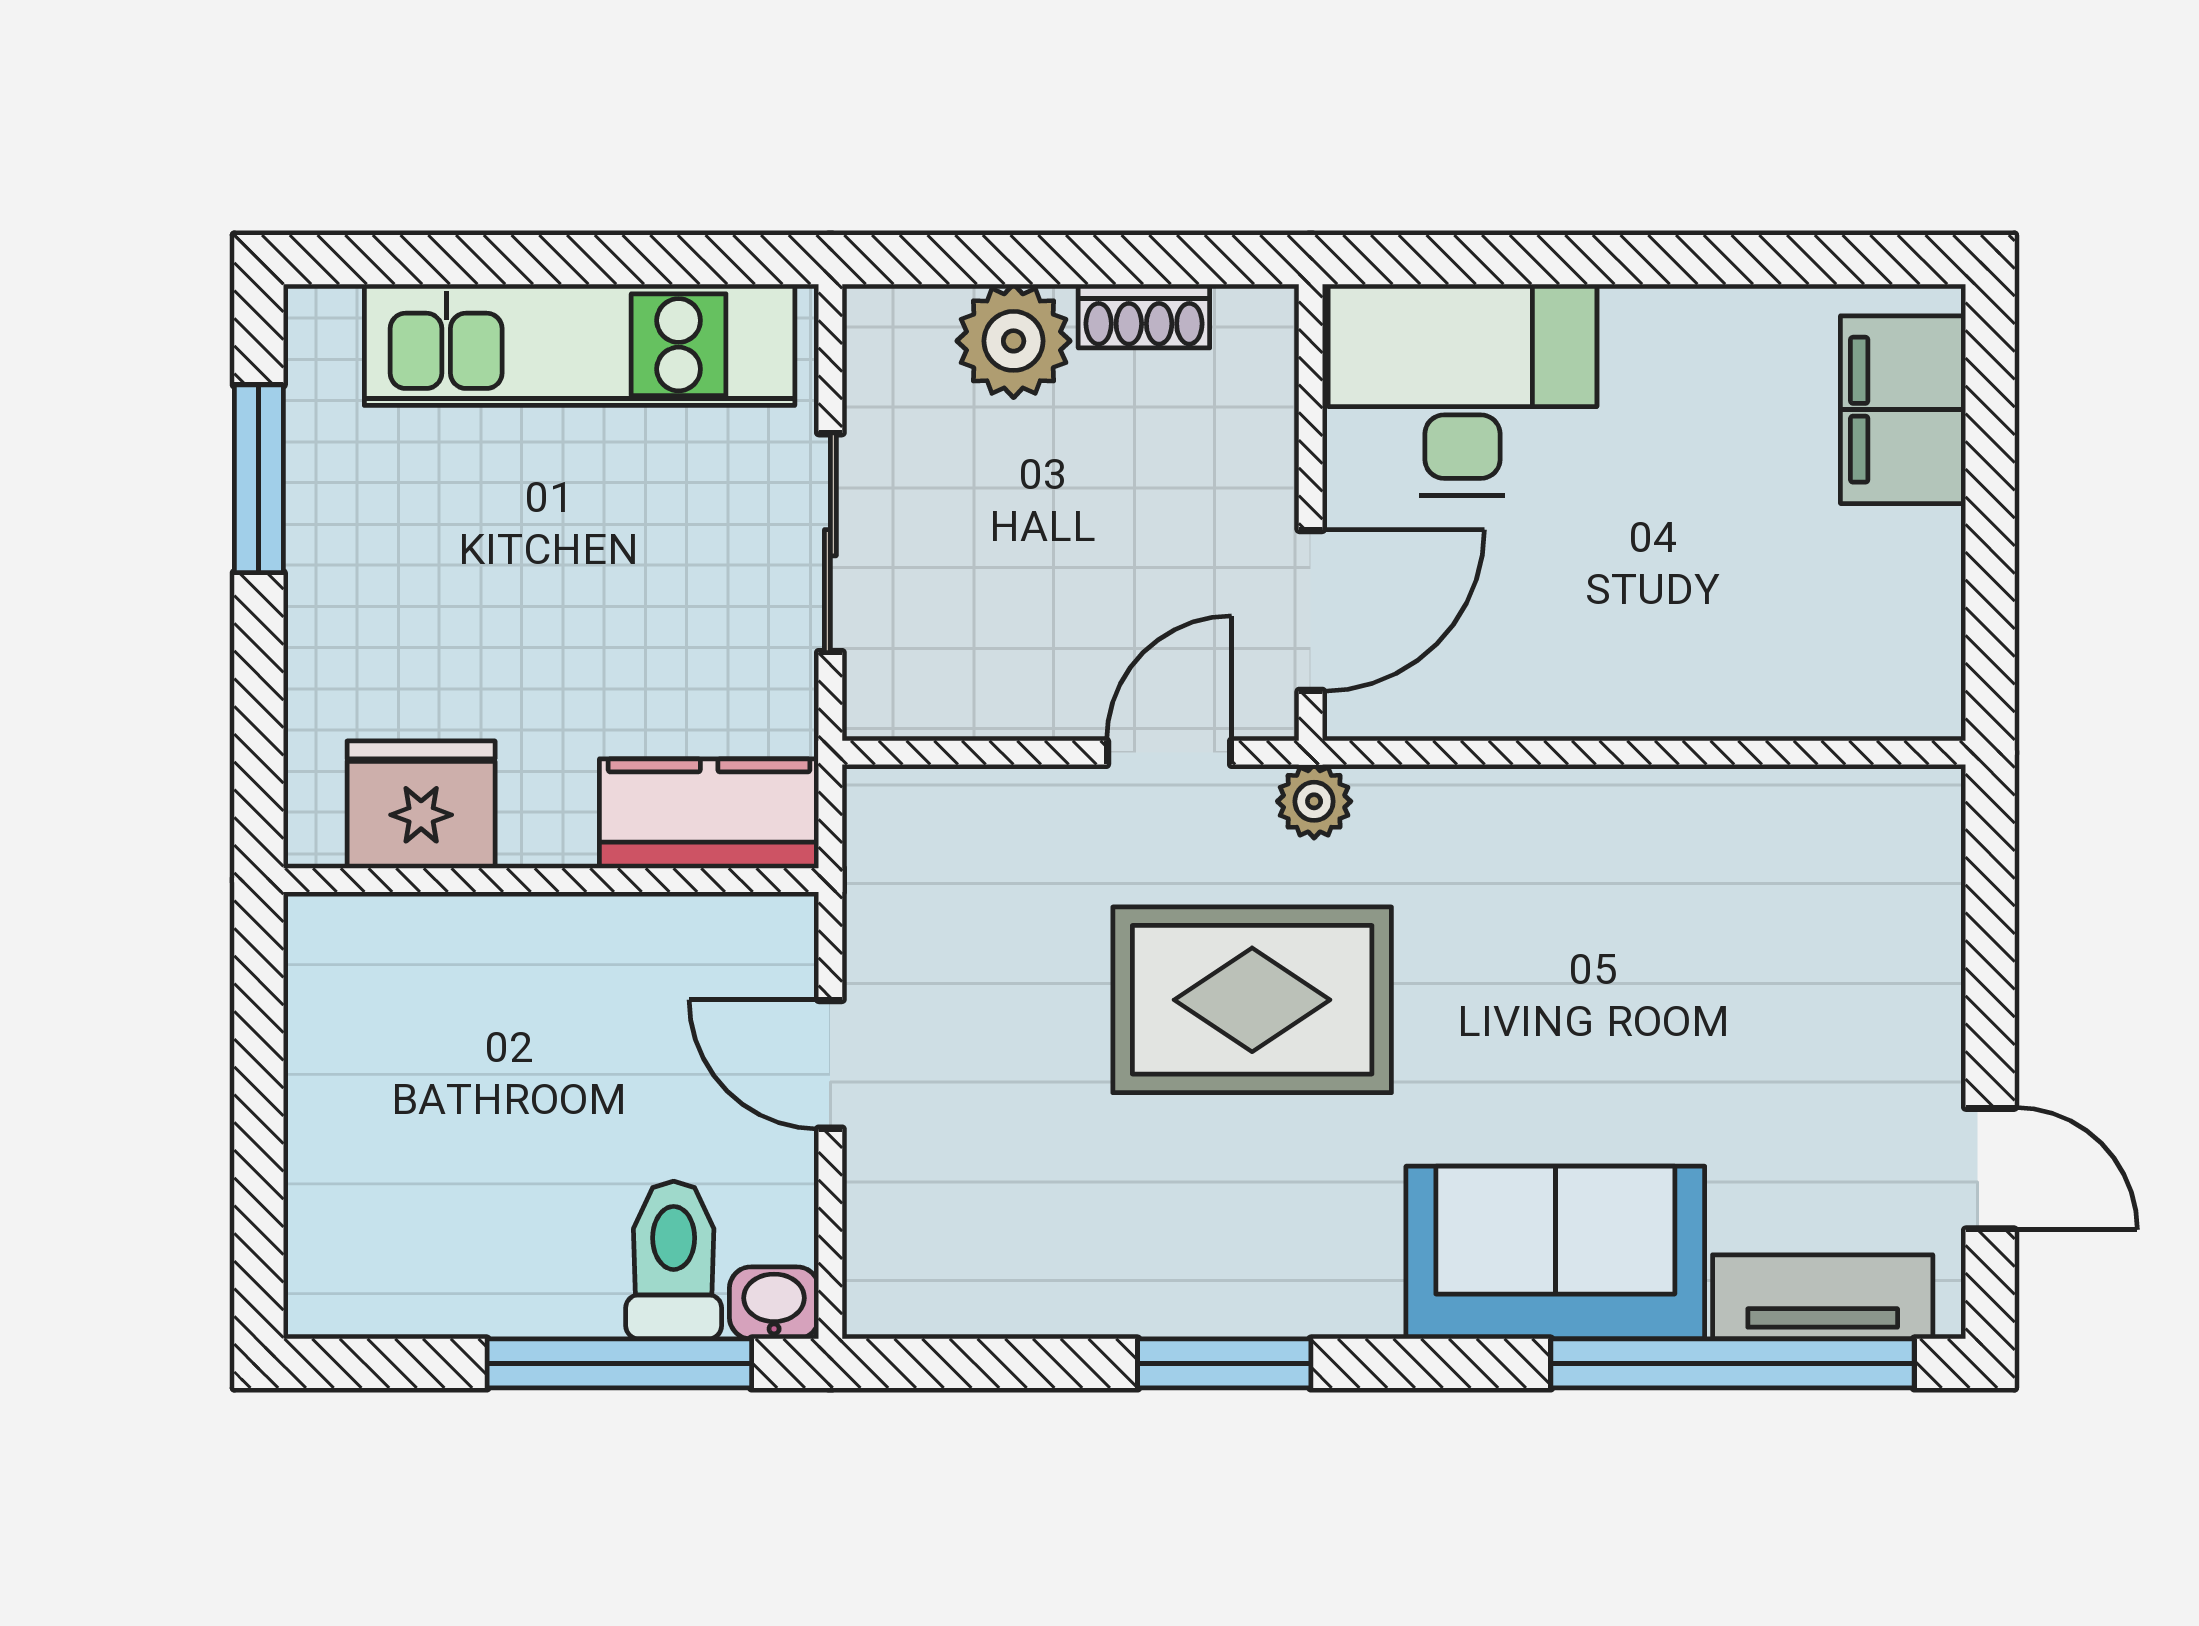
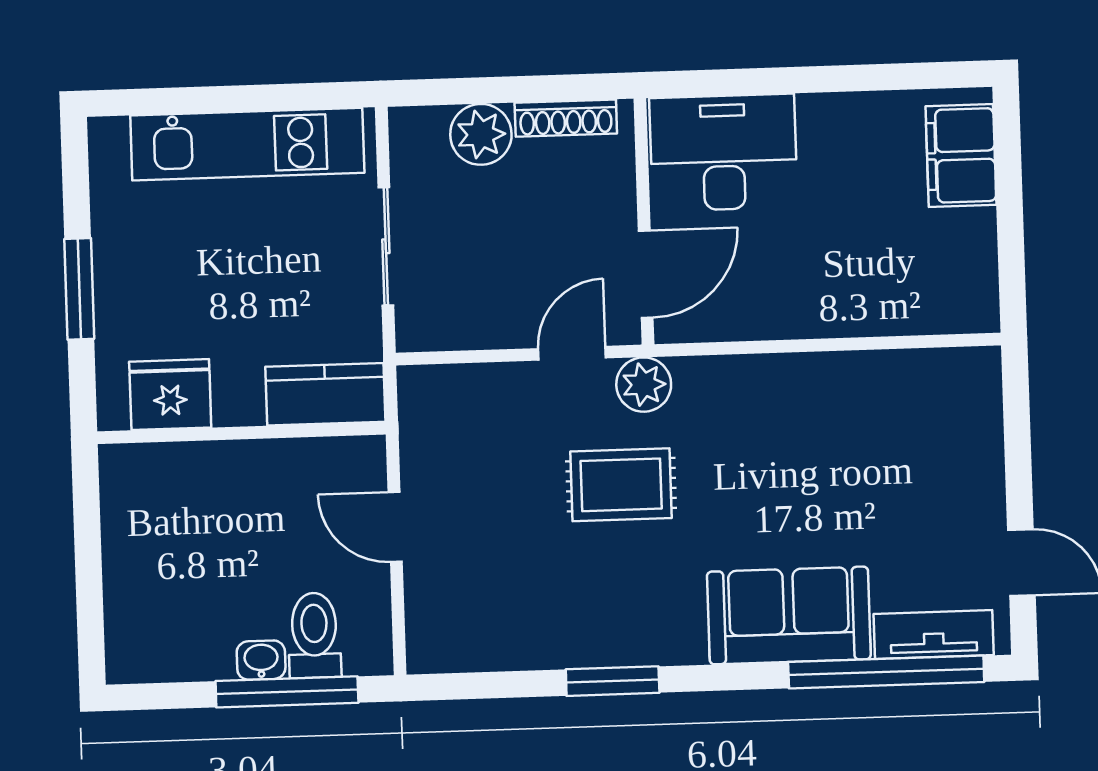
shoe rack: (1144, 316) -> (566, 118), width x1.43
window: (259, 479) -> (79, 289), moved
plant: (1314, 801) -> (644, 385), width x1.38, depth x1.38
rug: (1252, 1000) -> (621, 485), width x0.73, depth x0.70
washbasin: (774, 1303) -> (261, 660), moved

